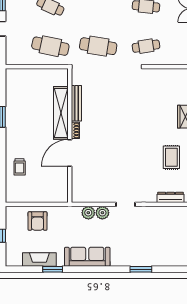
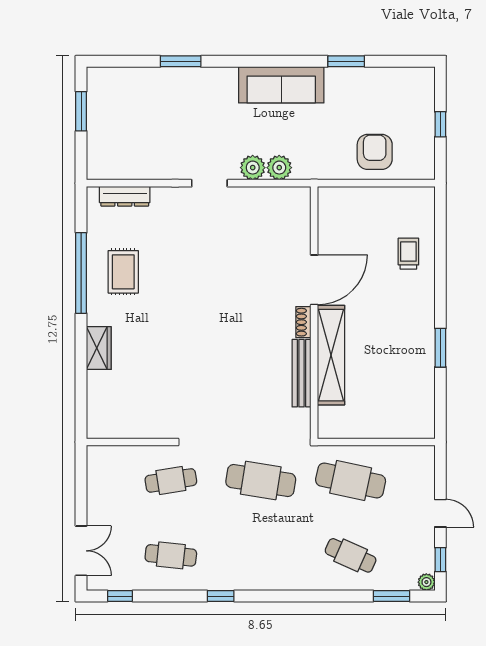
fireplace: (39, 260) -> (371, 80), removed

